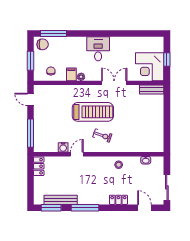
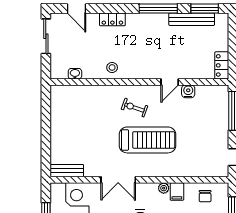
treadmill: (93, 112) -> (148, 140), turned 180

